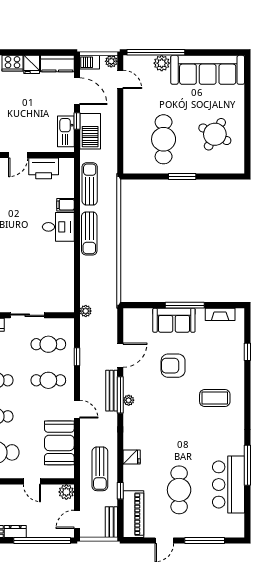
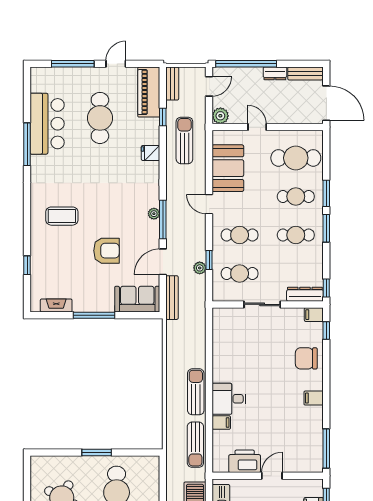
plant: (86, 311) -> (200, 268), moved
sofa: (174, 320) -> (137, 299), moved
bench: (112, 391) -> (172, 298), moved

